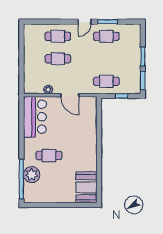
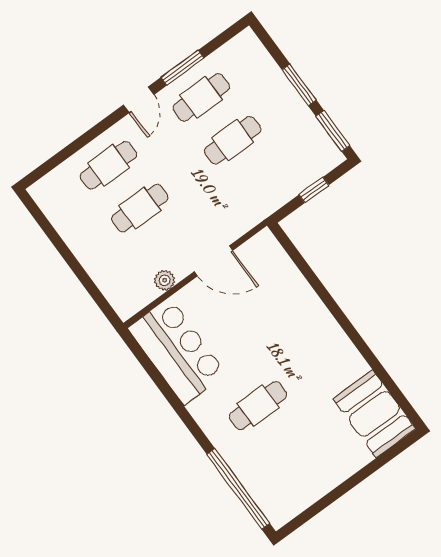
cafe table: (106, 81) -> (233, 140), moved
plant: (32, 175) -> (252, 466), removed

